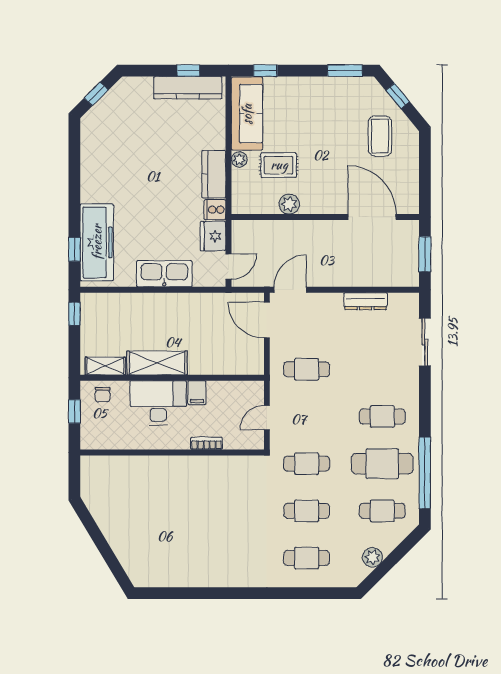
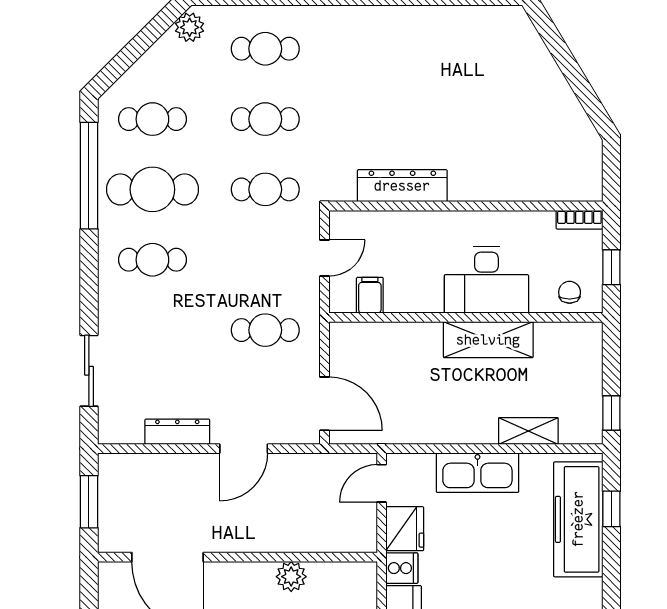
door: (290, 290) -> (244, 449), moved
shelving: (105, 366) -> (528, 431), moved
filing cabinet: (197, 393) -> (370, 295), moved
bookcase: (207, 443) -> (579, 220), moved
dresser: (215, 466) -> (402, 186), added
plant: (372, 557) -> (190, 27), moved

